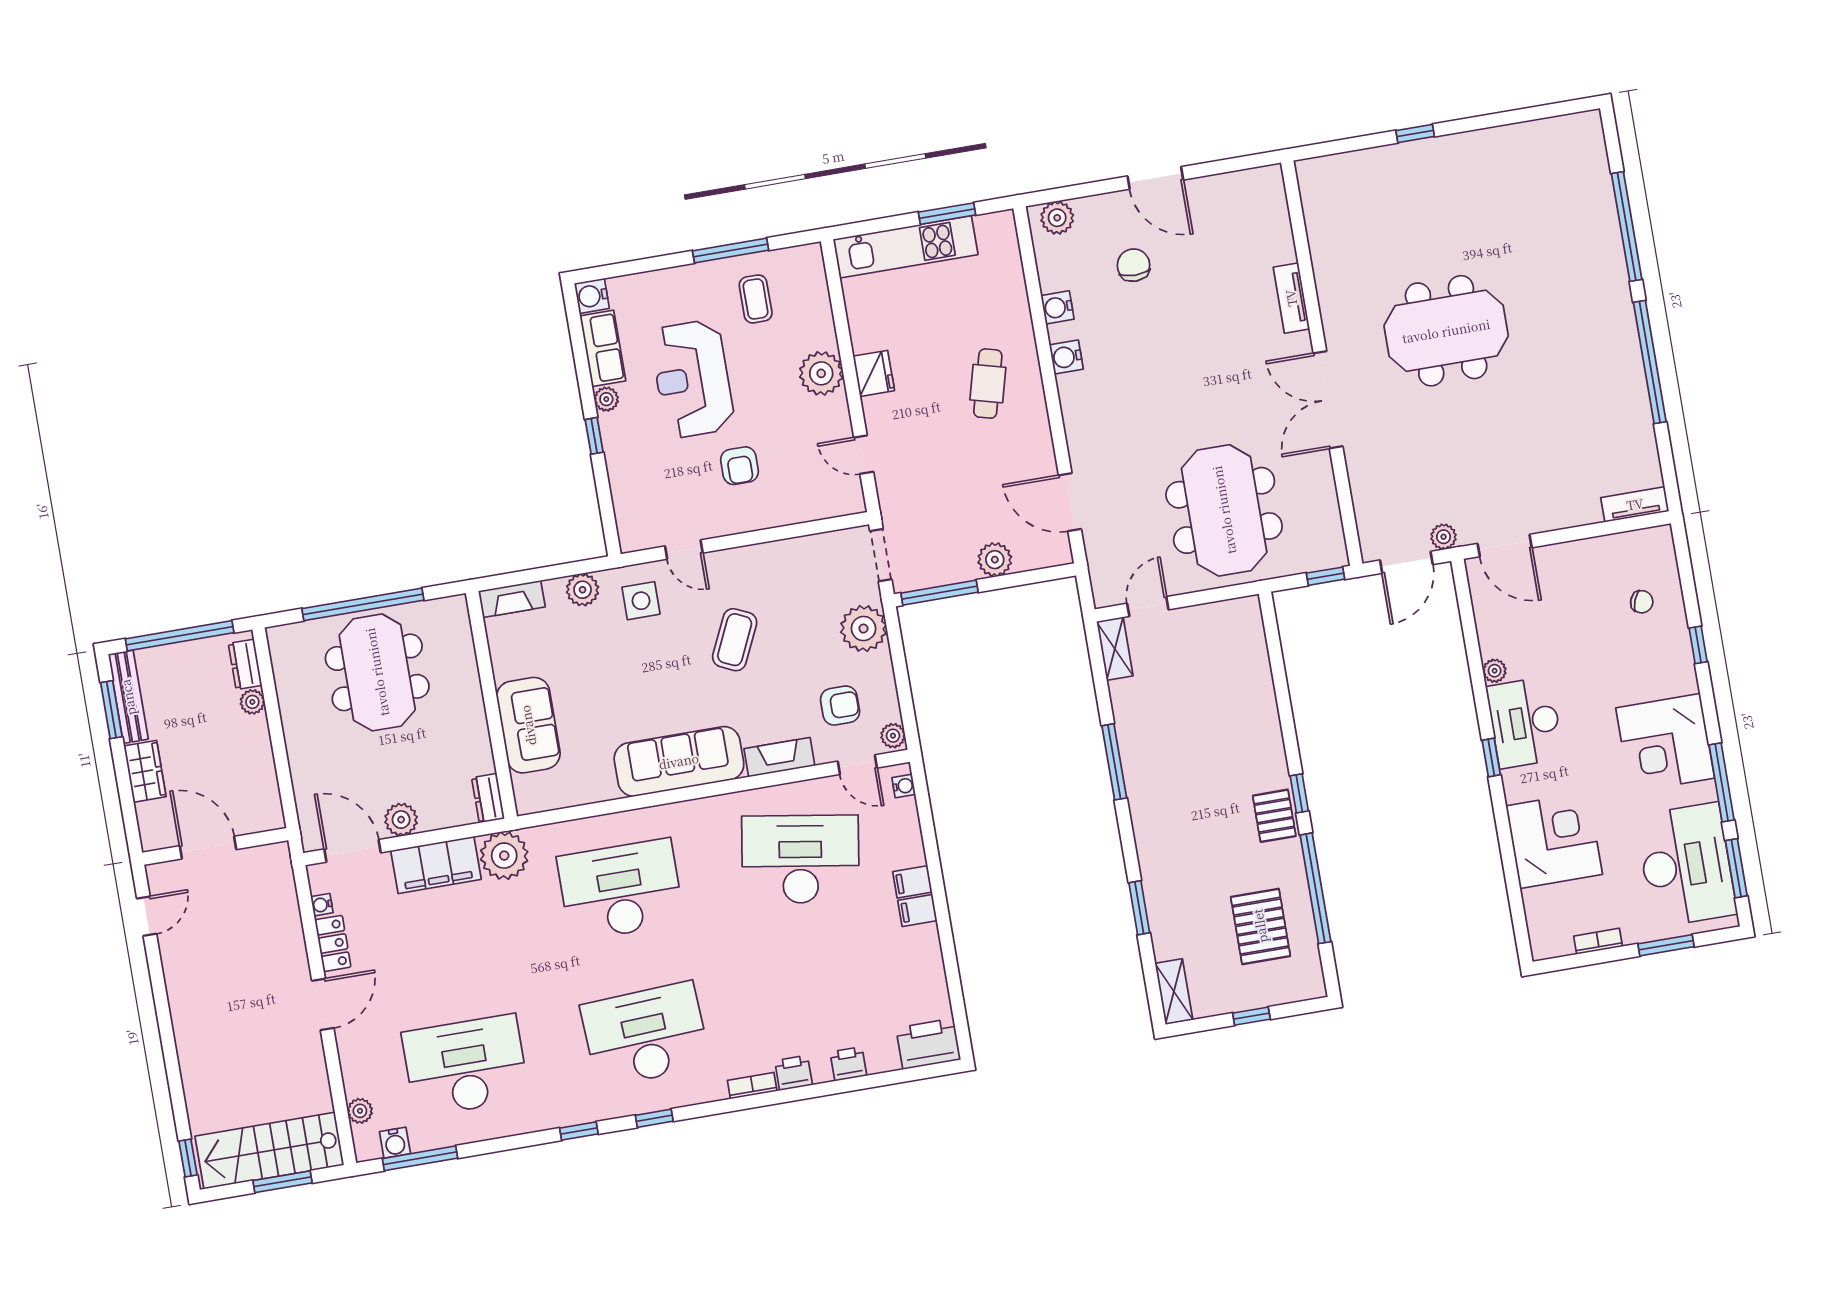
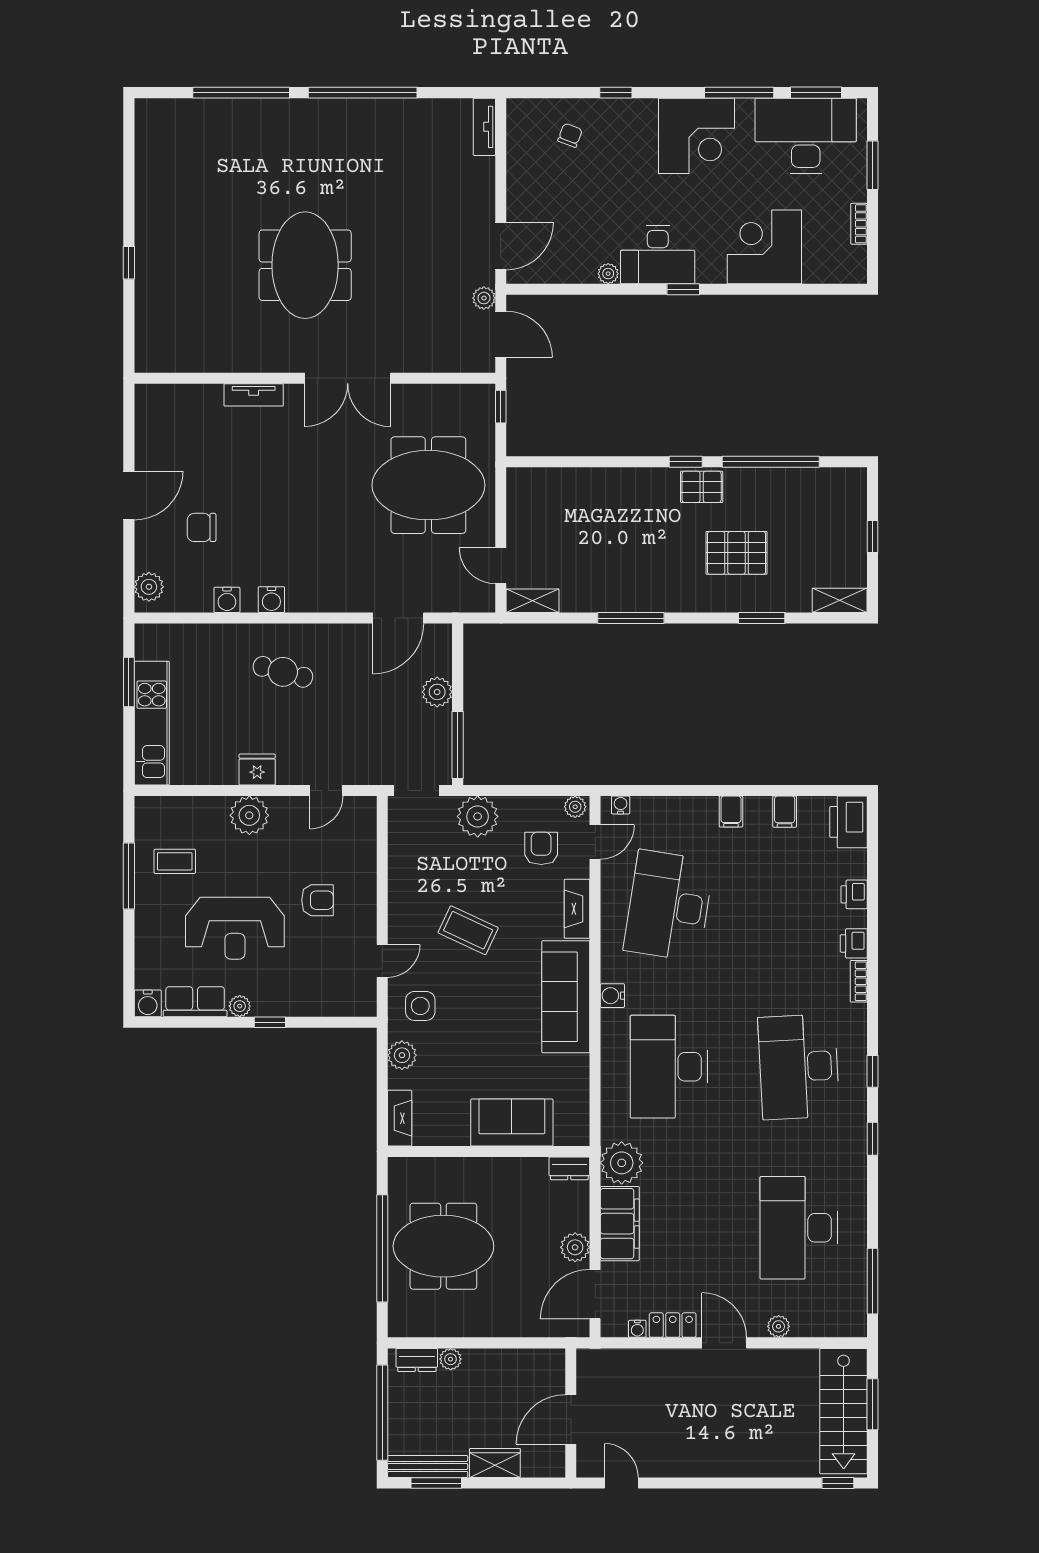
filing cabinet: (912, 882) -> (785, 812), moved
pallet: (1260, 926) -> (736, 553), moved
plant: (360, 1111) -> (779, 1326), moved
water cooler: (395, 1143) -> (612, 996), moved, turned 180

